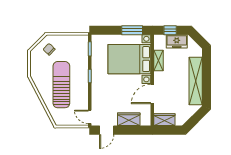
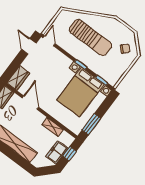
bed with nightstands: (129, 59) -> (81, 92), moved, turned 180
door: (90, 117) -> (49, 41), hinge flipped
wardrobe: (129, 119) -> (18, 78), moved

